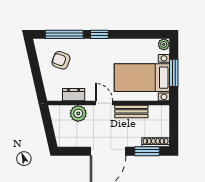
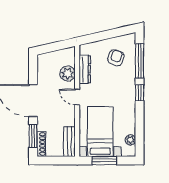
plant: (164, 44) -> (130, 140), moved
dresser: (74, 95) -> (85, 69), width x1.44
door: (104, 103) -> (77, 97), swing flipped
bench: (131, 111) -> (69, 141), moved

